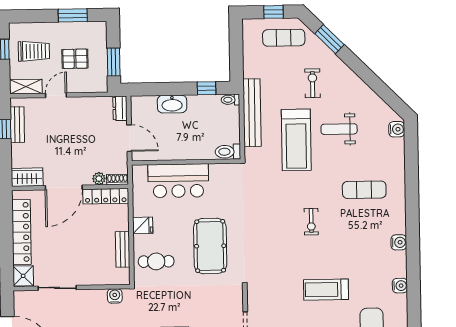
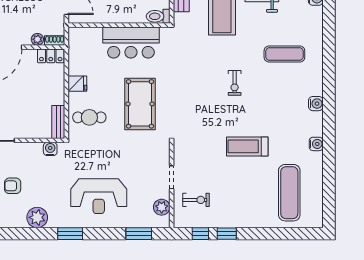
bar counter: (178, 181) -> (131, 43), moved
locker: (106, 196) -> (51, 56), width x0.66
bench: (123, 249) -> (58, 122), moved

